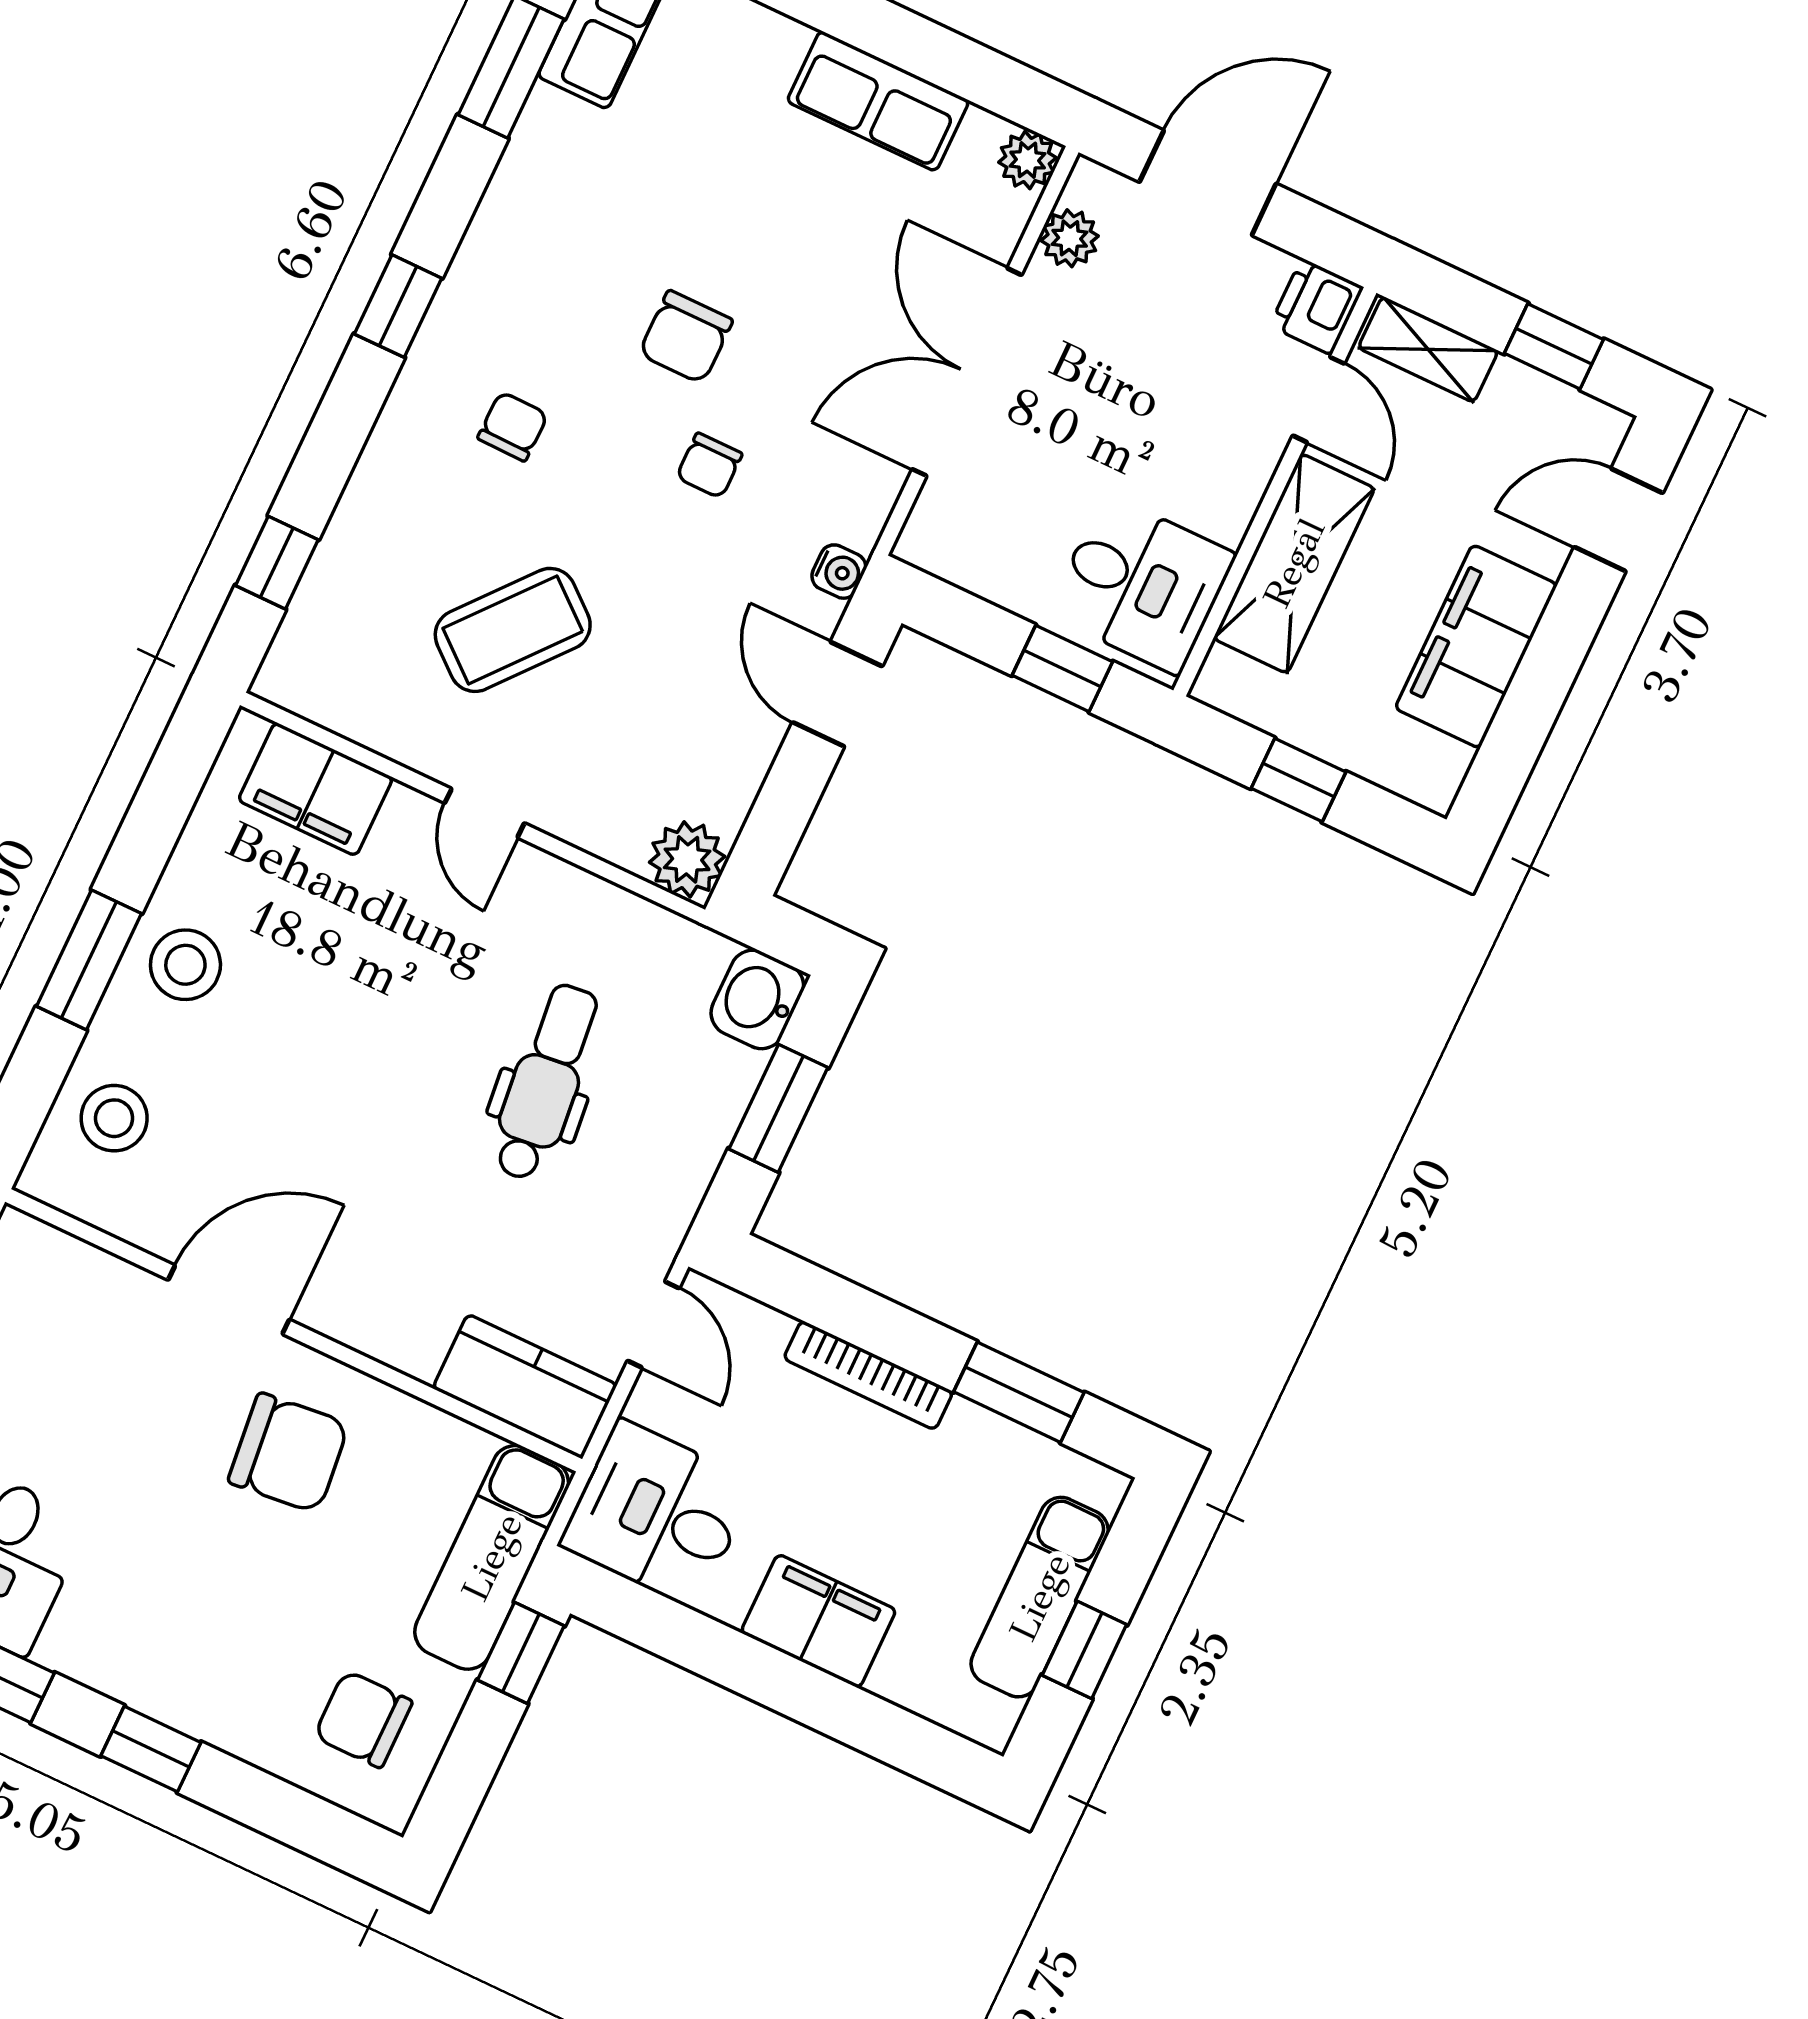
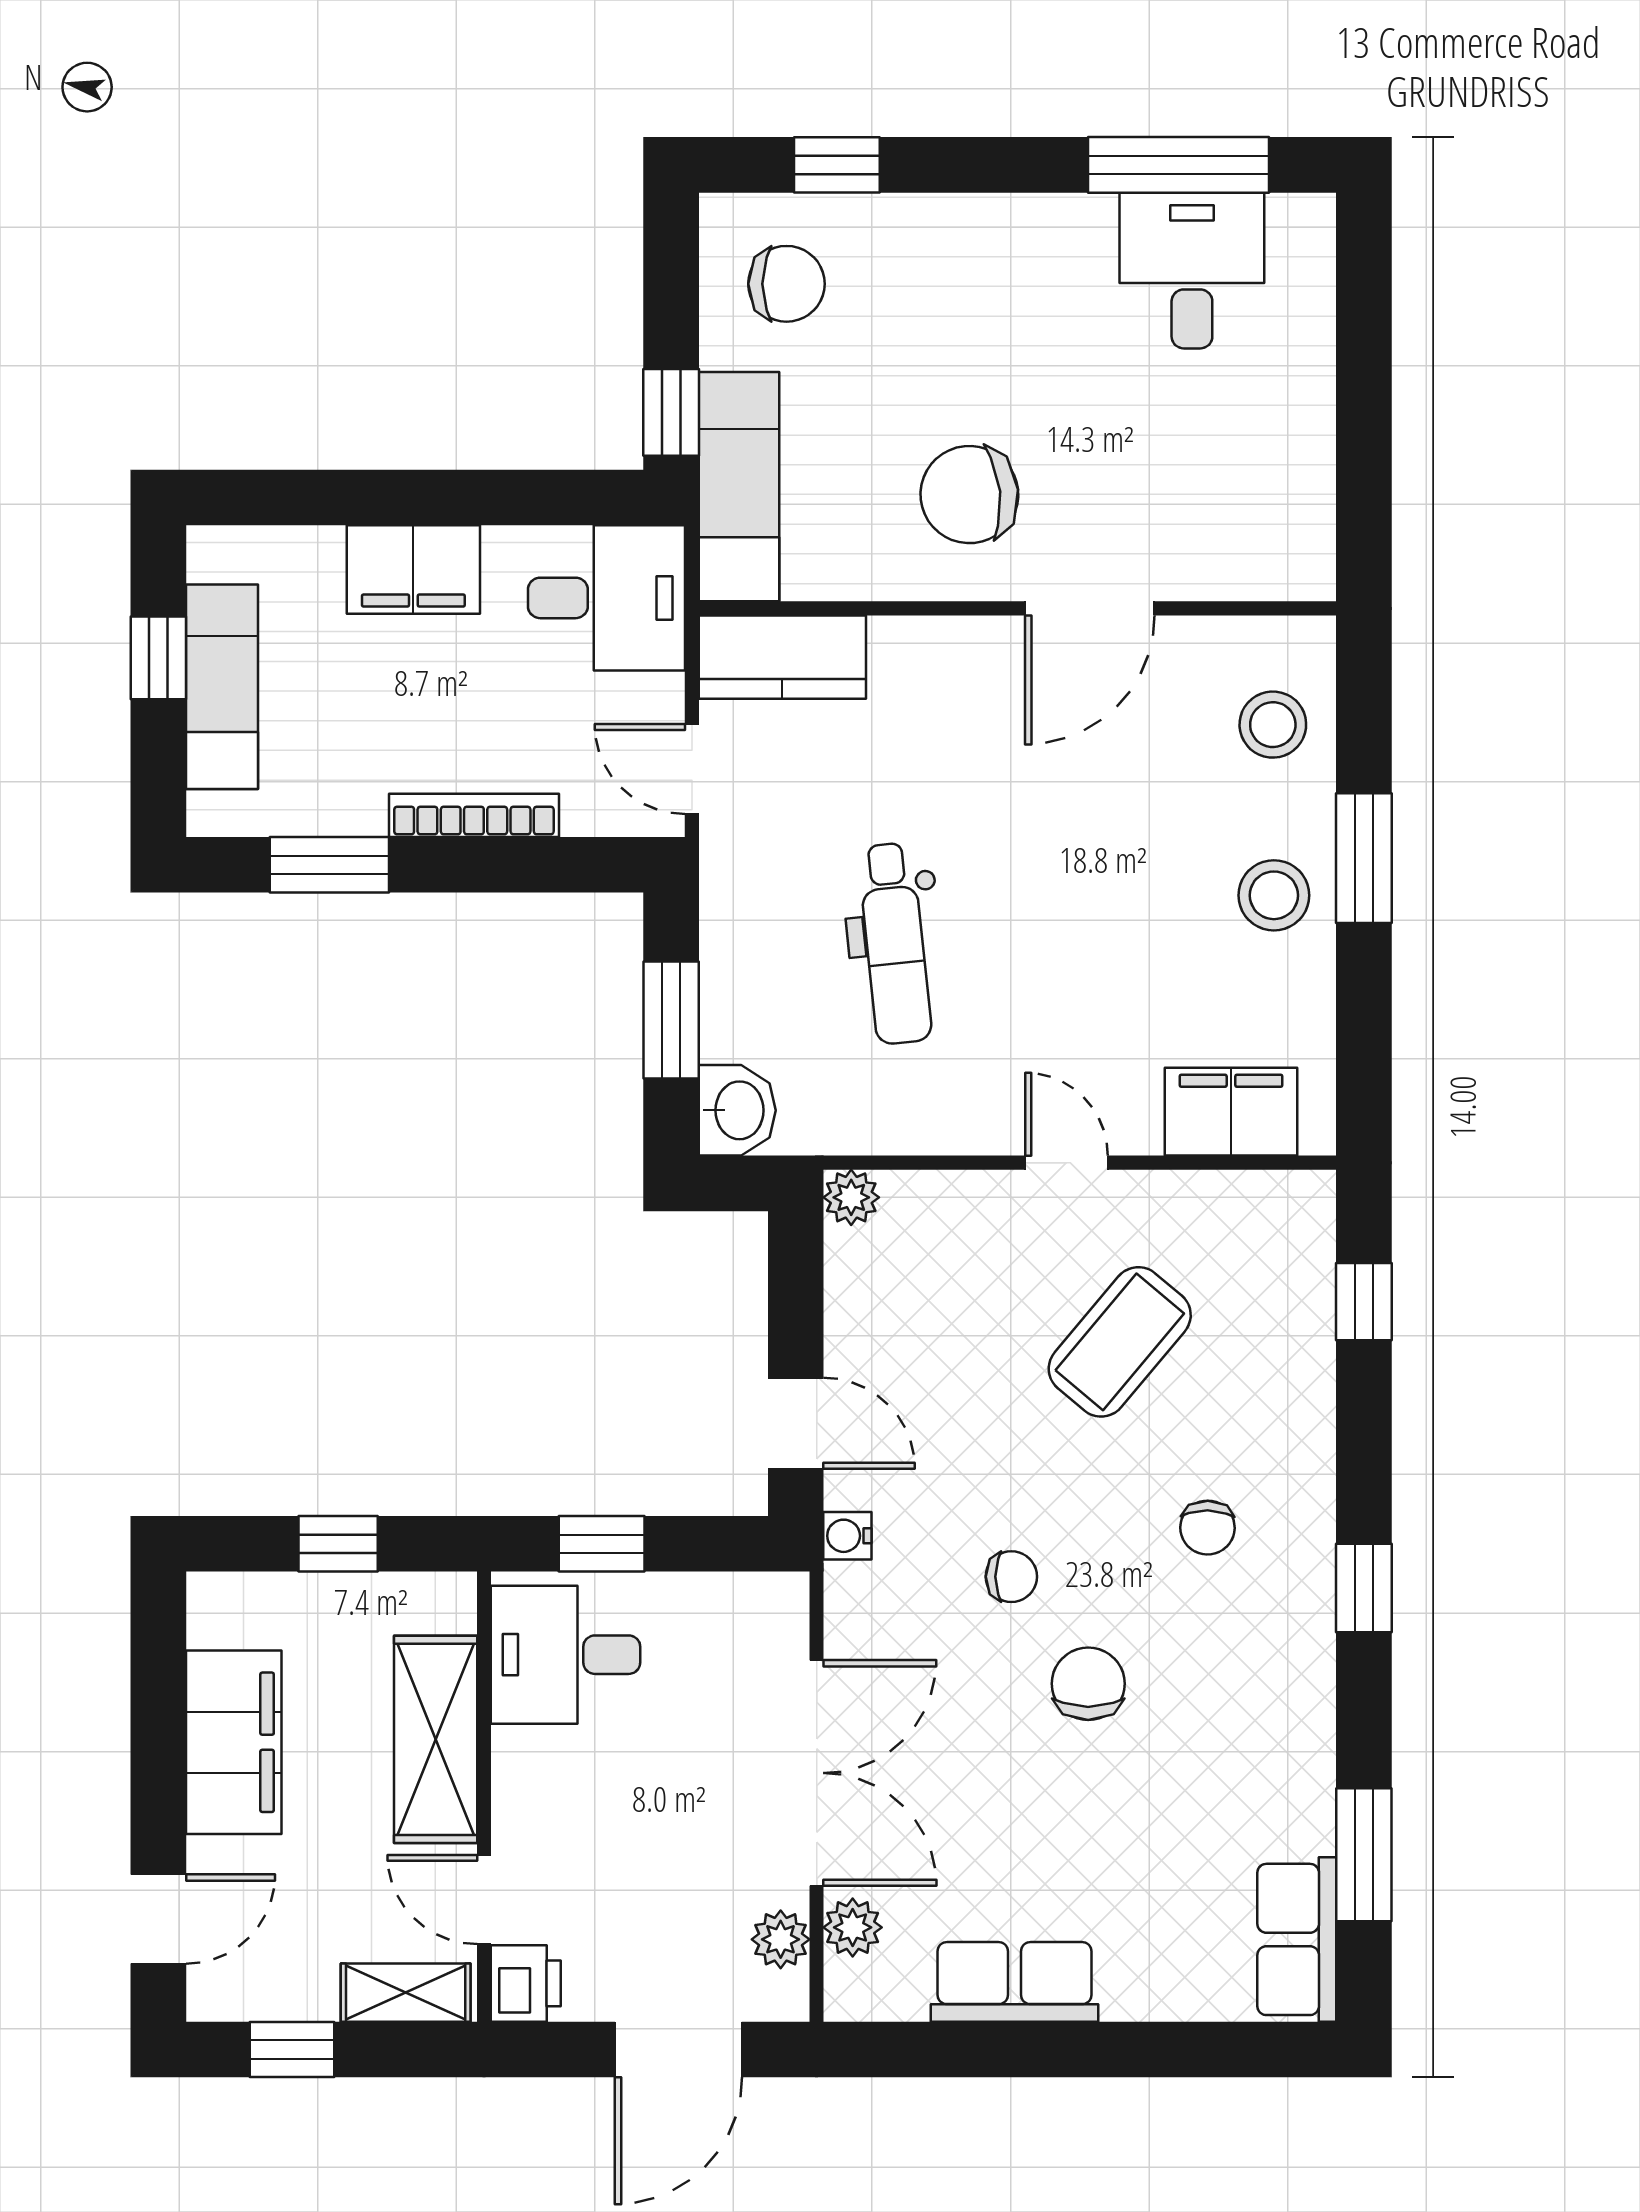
plant: (1028, 160) -> (853, 1927), moved
chair: (709, 466) -> (1011, 1577), turned 90
plant: (687, 859) -> (851, 1197), width x0.73, depth x0.73
window: (151, 1749) -> (837, 165), moved

